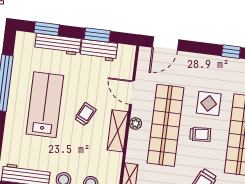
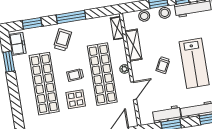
door: (132, 93) -> (134, 91), hinge flipped
shelving: (118, 131) -> (133, 45), moved

